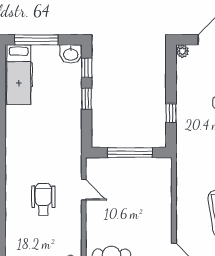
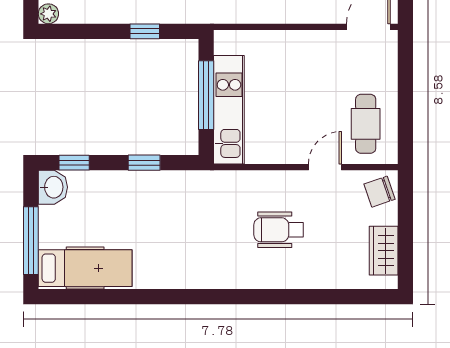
window: (87, 99) -> (144, 163), moved
kitchen unit: (121, 167) -> (229, 110), added
door: (84, 190) -> (325, 167), moved

